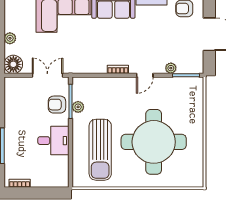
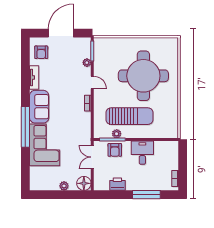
printer: (12, 108) -> (117, 184), added
sun lounger: (100, 150) -> (129, 116), moved

